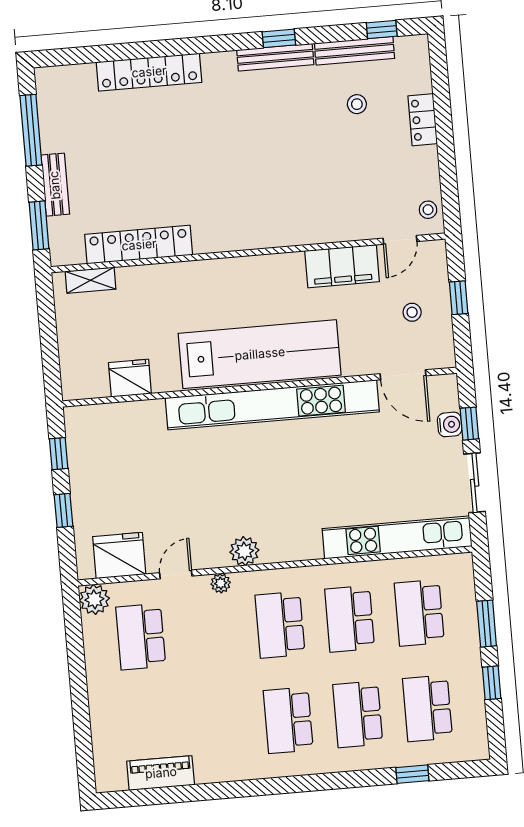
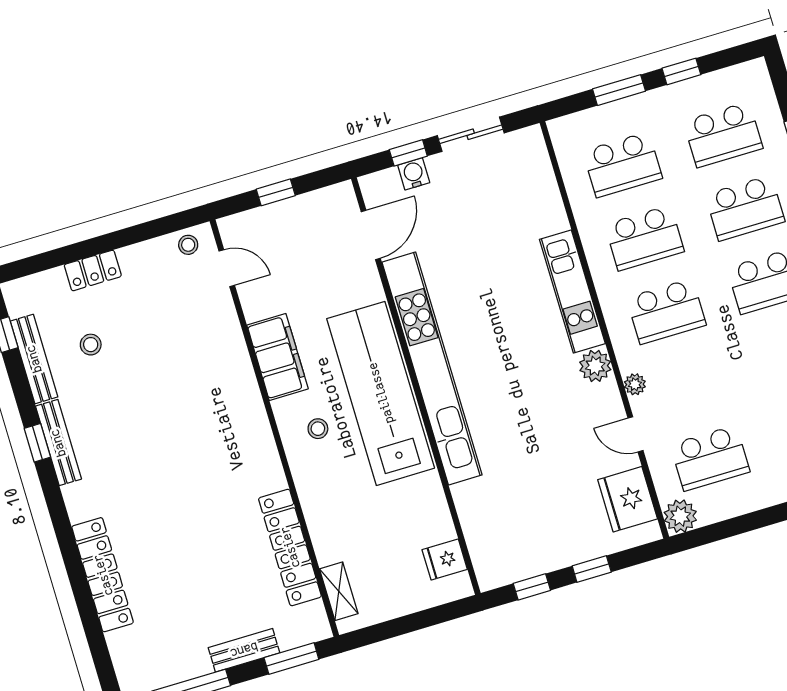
filing cabinet: (342, 266) -> (278, 357), moved
stool: (412, 312) -> (318, 429), moved
fridge: (130, 378) -> (445, 559), moved, width x0.72
kitchen unit: (397, 538) -> (572, 292), moved, width x0.73

